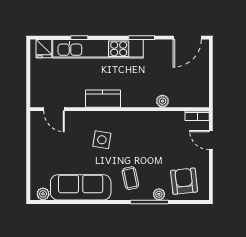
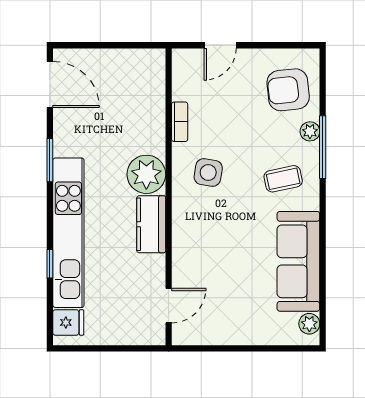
plant: (162, 101) -> (146, 174), moved, width x1.88, depth x1.88
bookcase: (197, 116) -> (180, 122), moved
side table: (102, 140) -> (208, 172), moved

